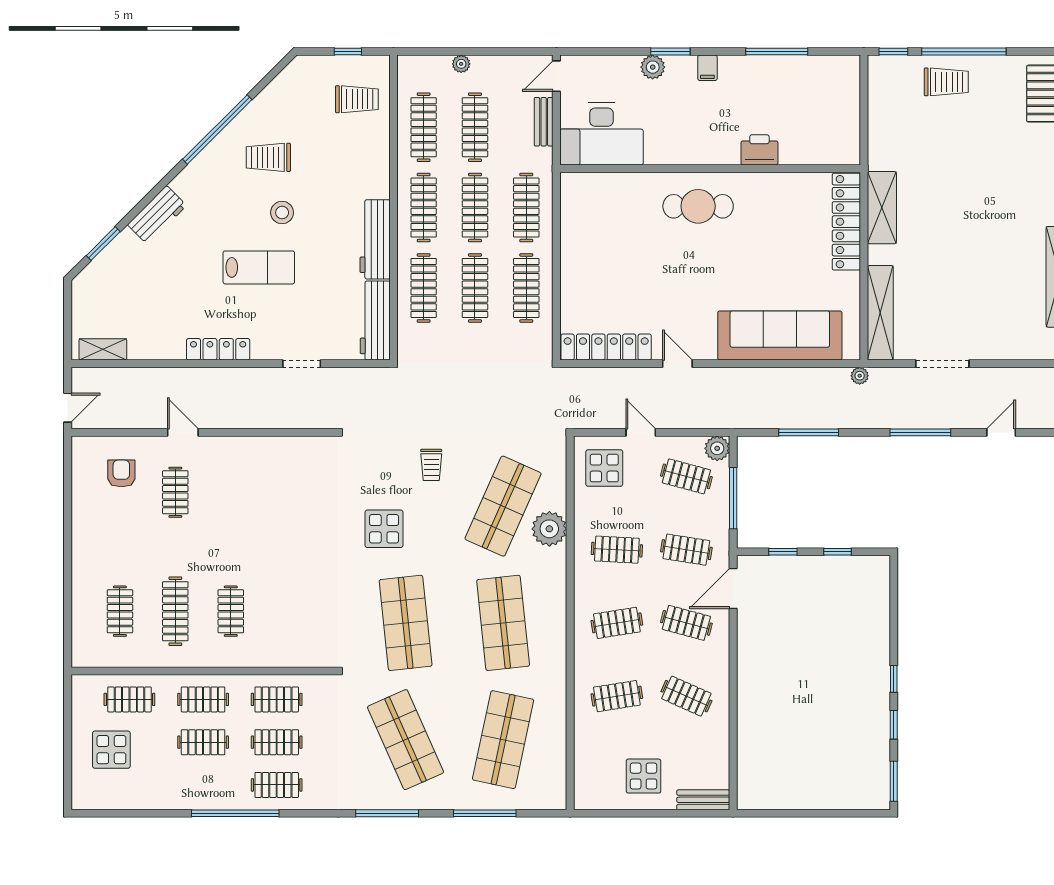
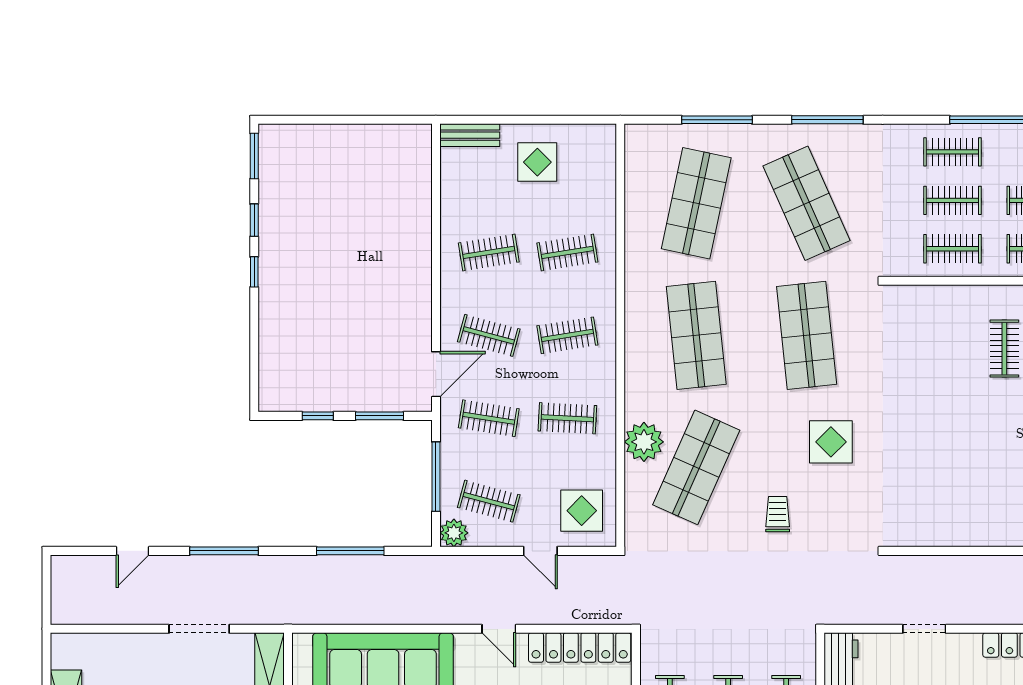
plant: (860, 376) -> (293, 615), removed
window: (783, 552) -> (379, 416), width x1.50
clothes rail: (686, 696) -> (489, 252), turned -33

